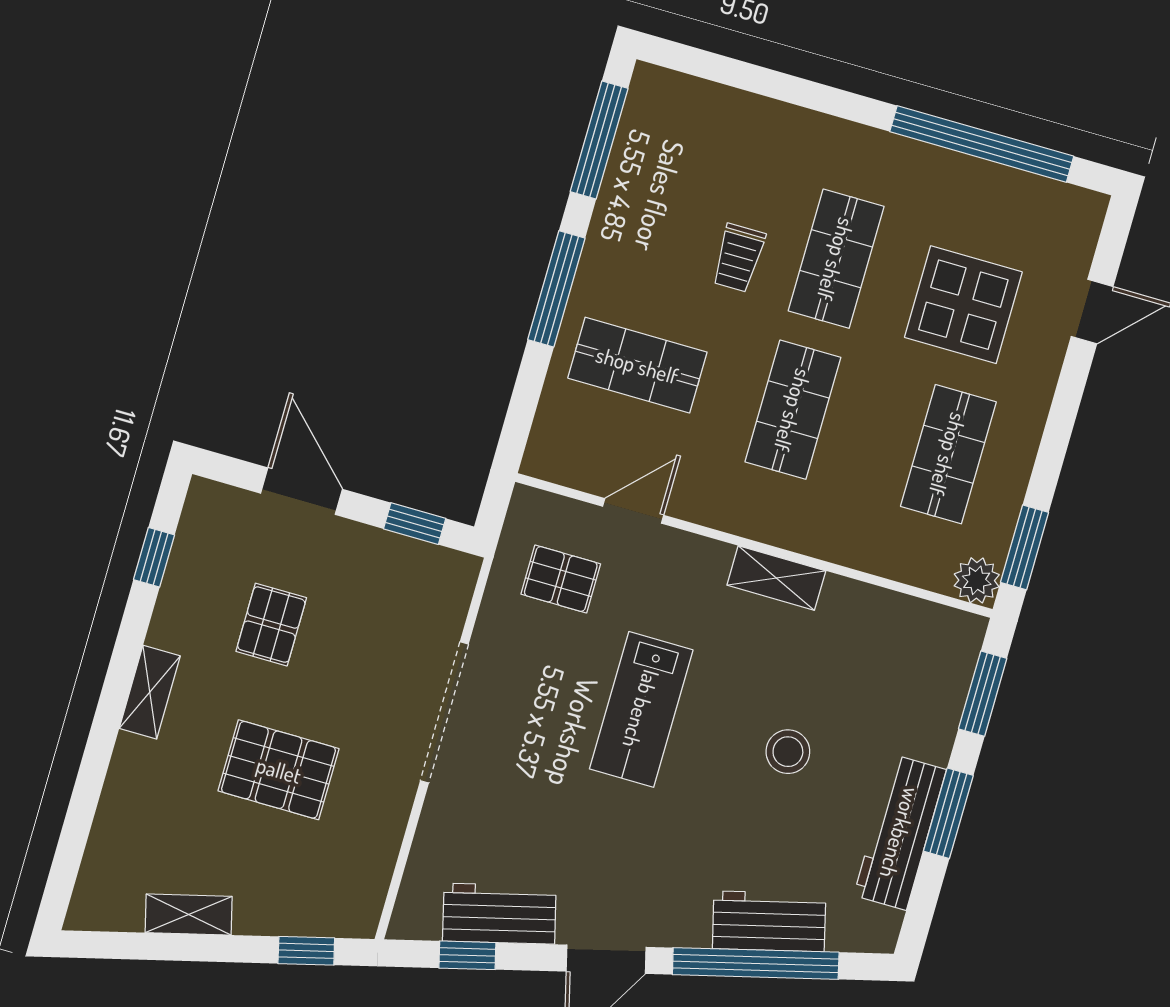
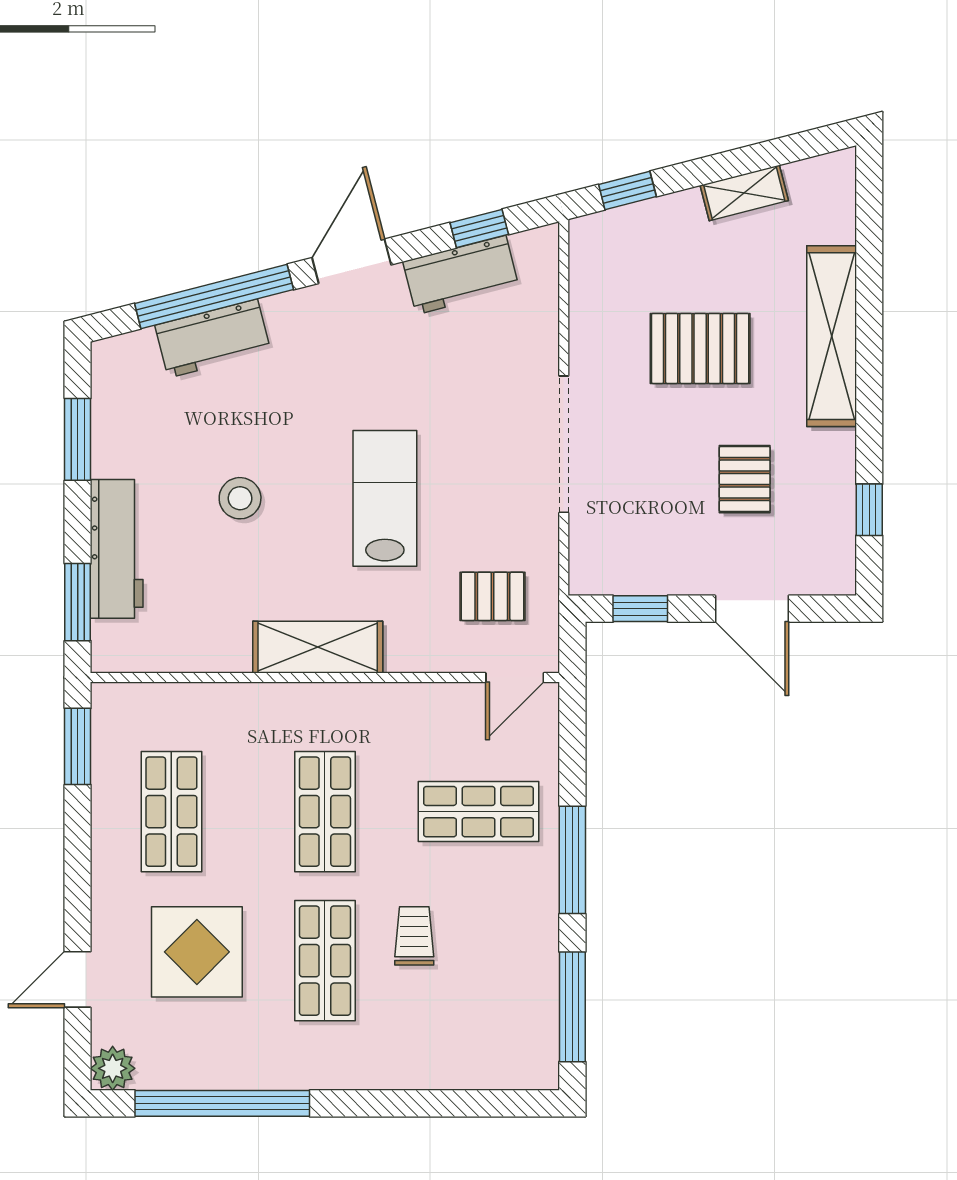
door: (633, 511) -> (515, 677), moved
shelving: (776, 578) -> (318, 647), width x1.50, depth x1.33
plant: (977, 580) -> (113, 1068), moved
shelving: (150, 692) -> (832, 336), width x2.20, depth x1.33
window: (948, 813) -> (78, 439), moved
workbench: (900, 833) -> (117, 549), moved

